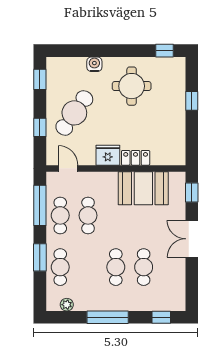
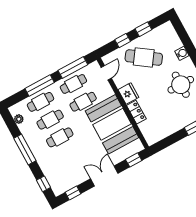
window: (40, 79) -> (143, 29), moved
booth: (143, 188) -> (112, 124), width x1.36, depth x1.42
window: (40, 257) -> (40, 86), width x1.44
cafe table: (144, 267) -> (50, 120), moved
window: (192, 288) -> (73, 193), added

